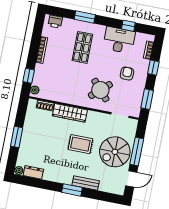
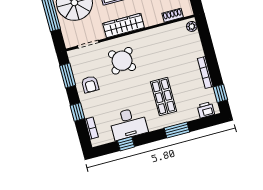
armchair: (127, 74) -> (90, 84), moved
window: (29, 76) -> (220, 93), moved
wardrobe: (70, 113) -> (124, 25), moved

